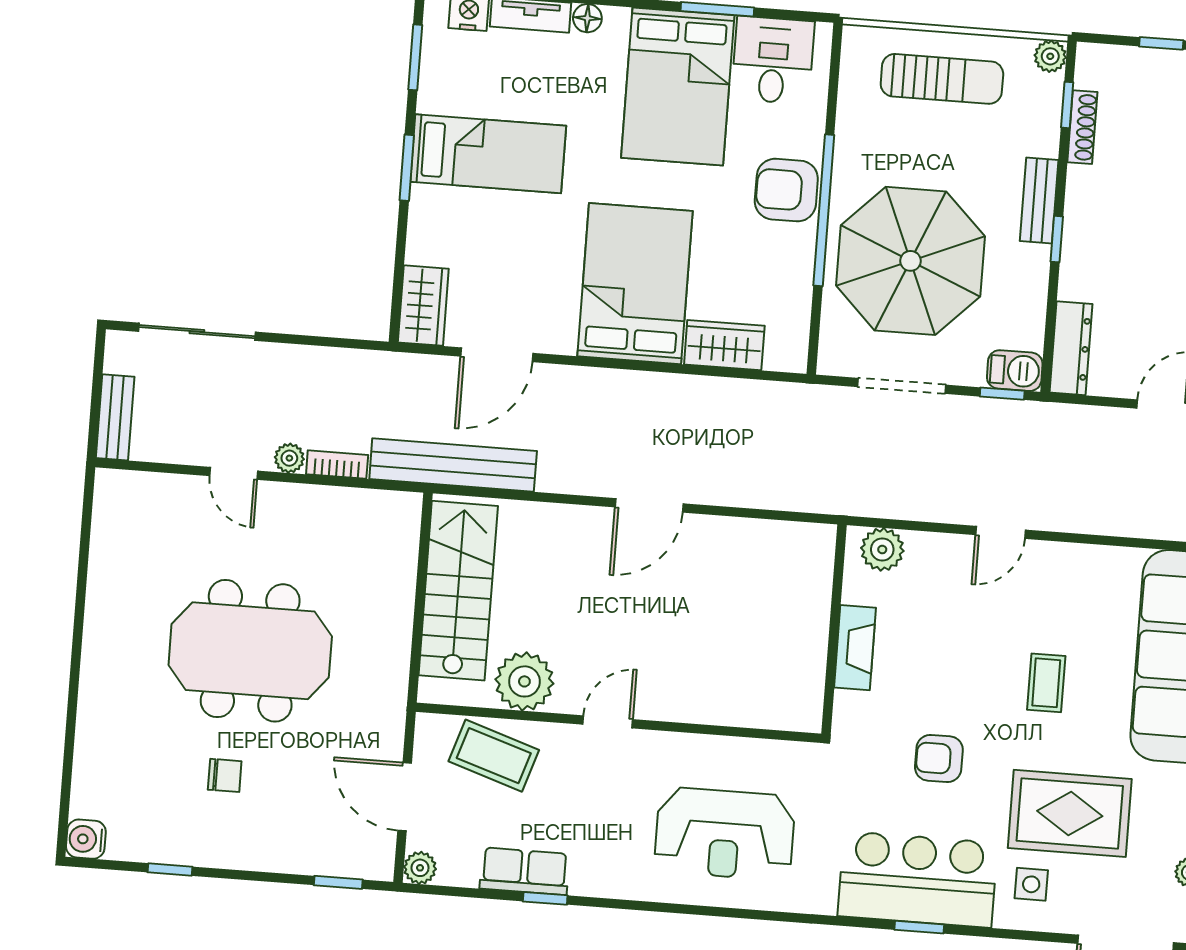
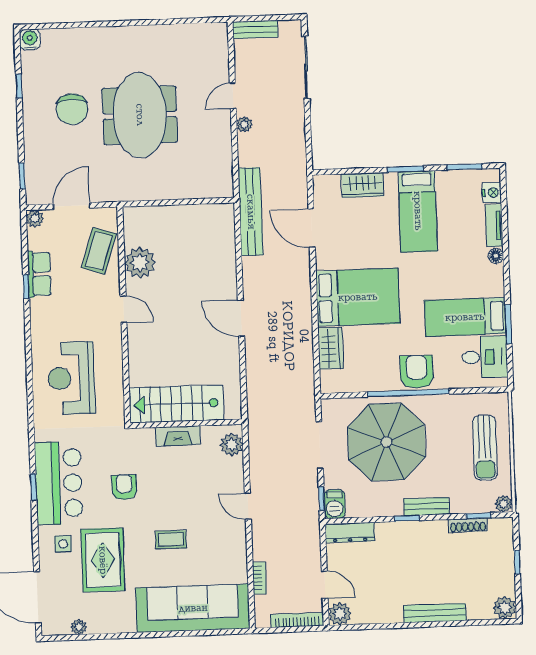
bed: (678, 87) -> (465, 317), width x0.67
wardrobe: (423, 306) -> (362, 185), moved
bookcase: (337, 465) -> (259, 578), moved
stairs: (458, 591) -> (176, 404), moved, turned 180
chair: (225, 775) -> (72, 109), width x1.87, depth x1.87

